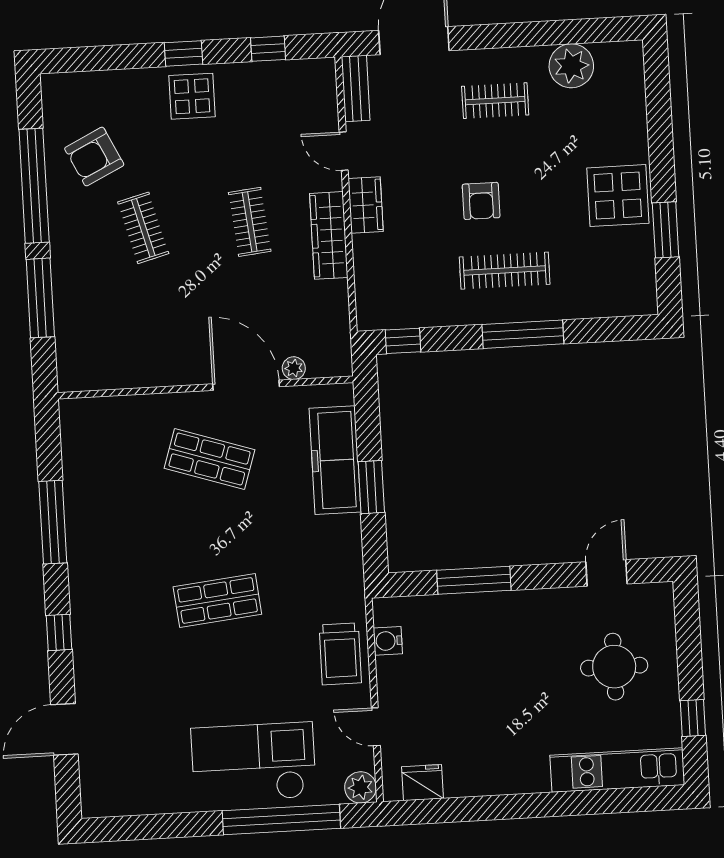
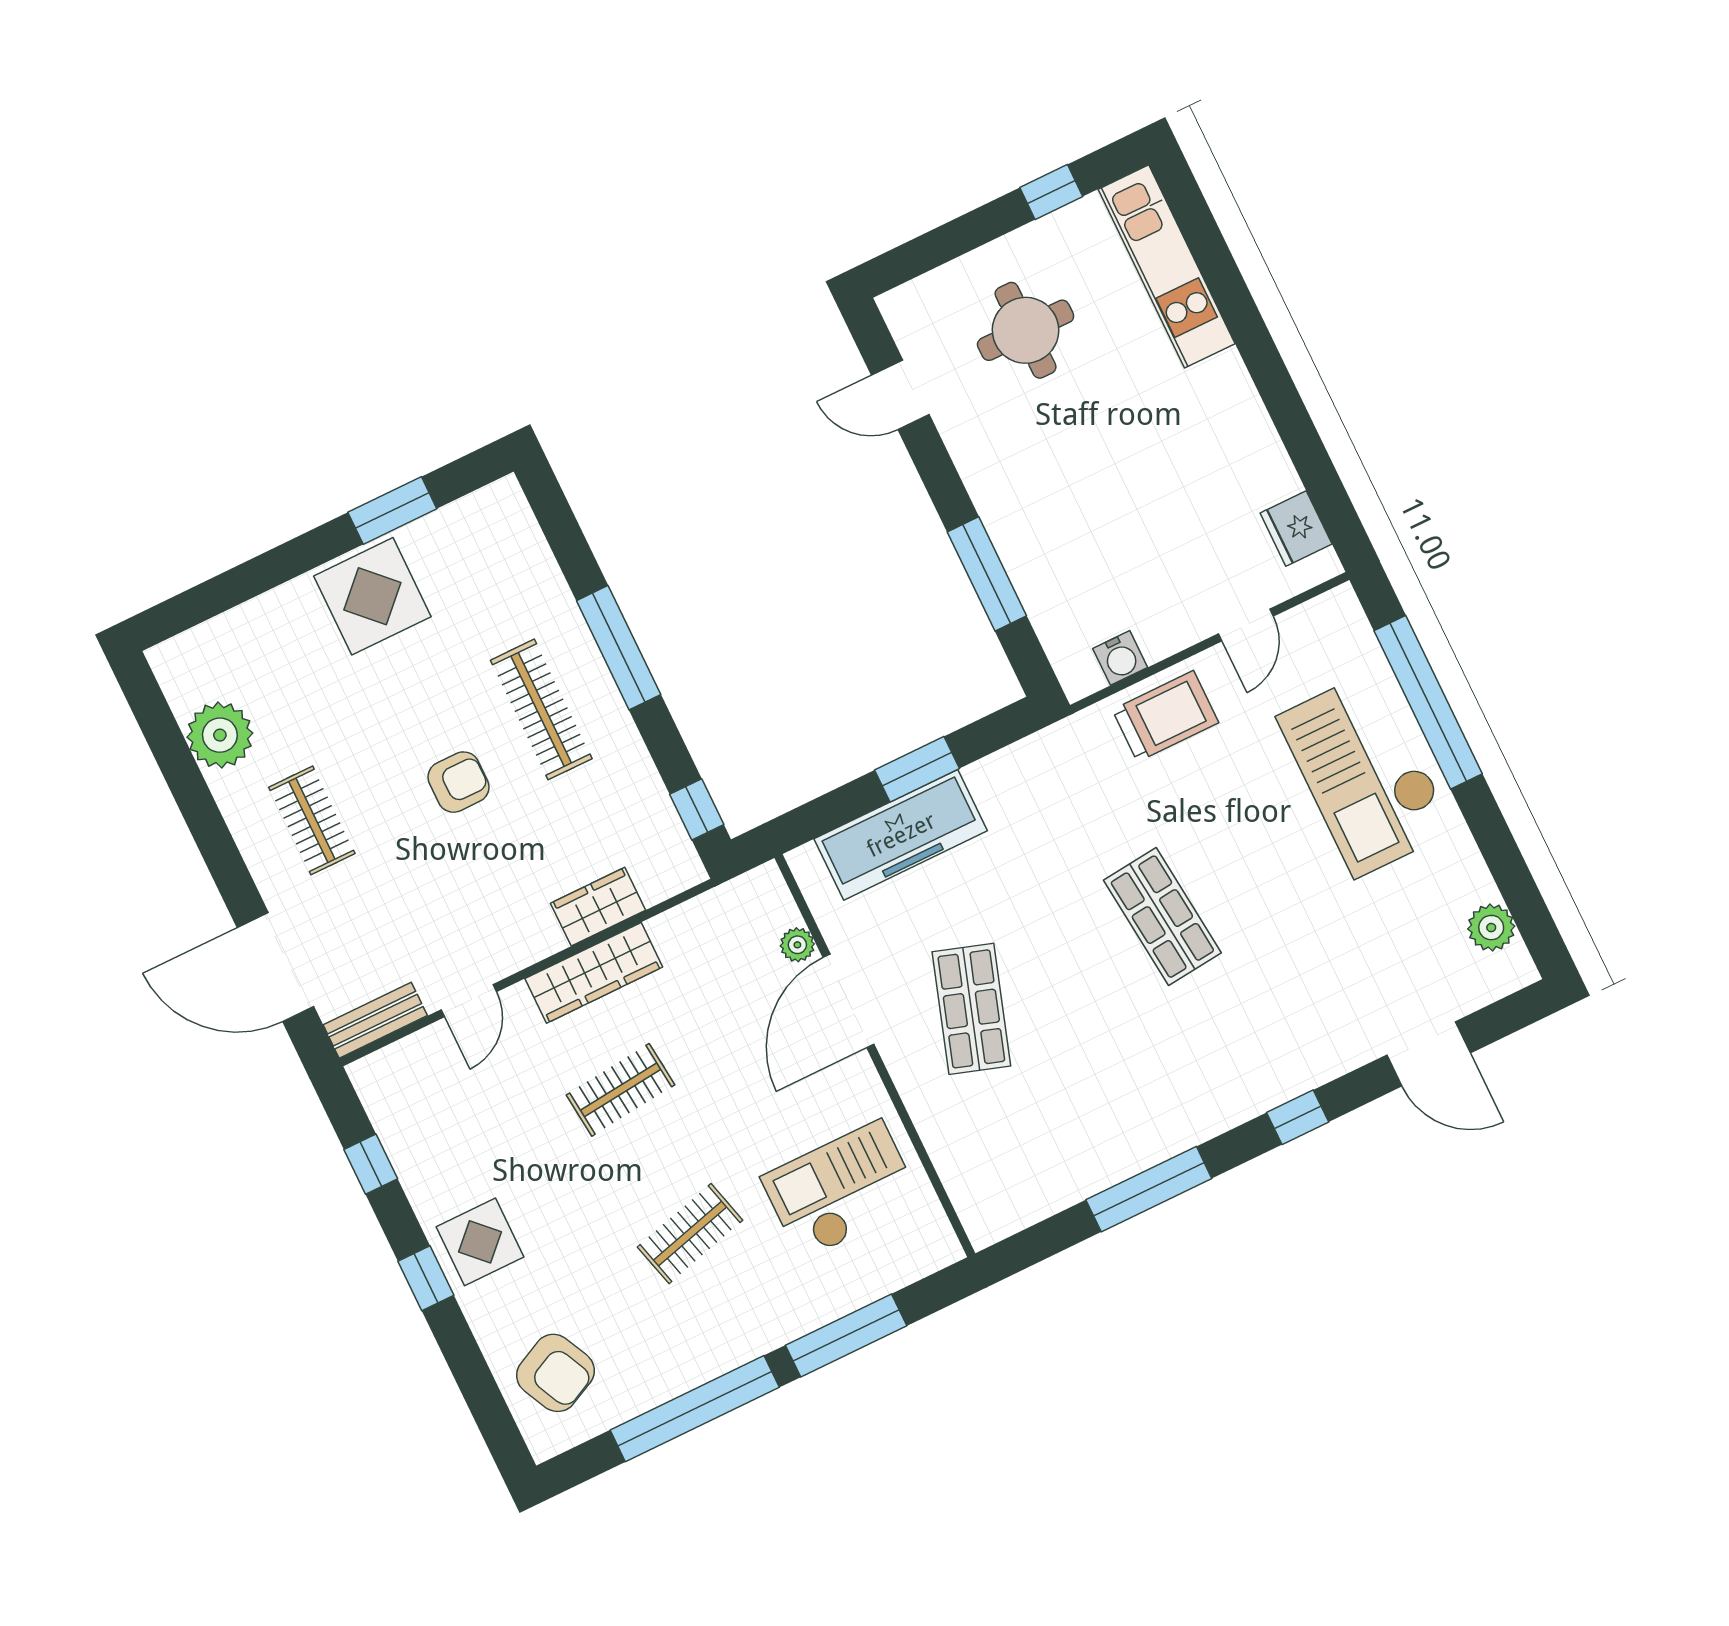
armchair: (94, 157) -> (555, 1373), moved
wardrobe: (366, 205) -> (598, 907), moved
checkout: (131, 332) -> (841, 1190), added
plant: (360, 787) -> (1491, 928), moved

